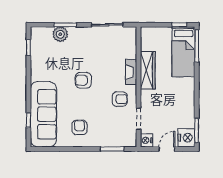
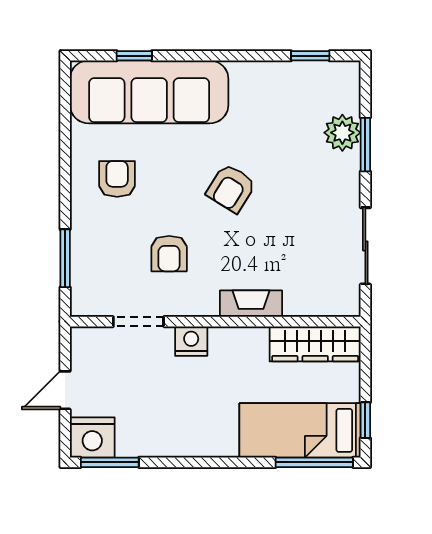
wardrobe: (148, 70) -> (315, 344), moved
armchair: (83, 80) -> (231, 188), turned -148
armchair: (120, 99) -> (169, 254), moved
armchair: (79, 127) -> (117, 179), turned -90
nightstand: (147, 140) -> (191, 341), moved
door: (167, 149) -> (65, 390), swing flipped

